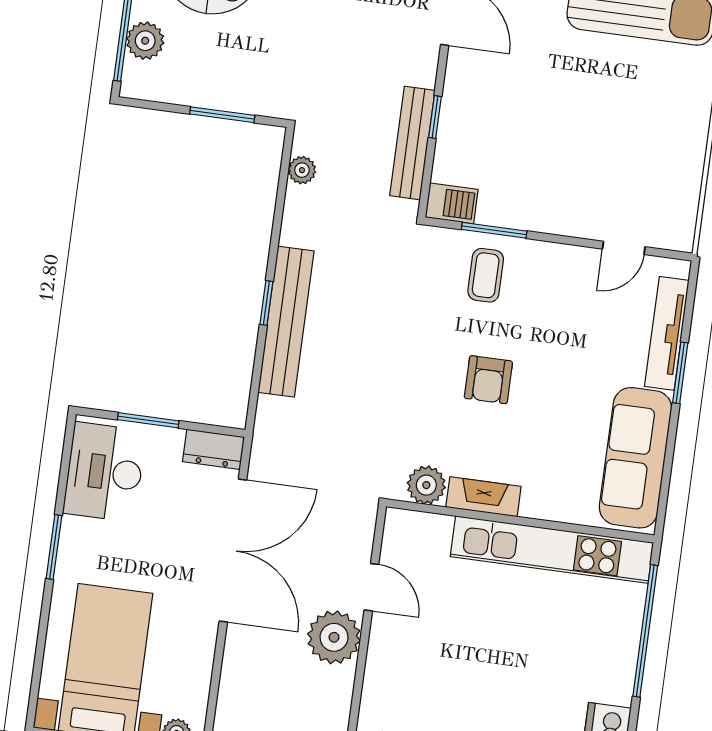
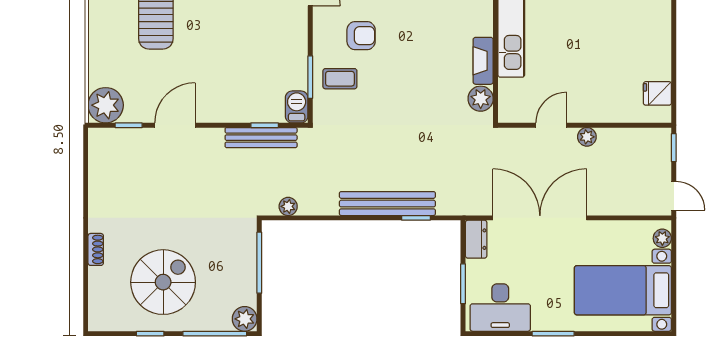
plant: (145, 41) -> (245, 319), moved
window: (222, 115) -> (259, 263), width x1.44
window: (435, 117) -> (265, 125), moved
window: (266, 303) -> (416, 218), moved
armchair: (488, 380) -> (361, 36), moved
plant: (334, 637) -> (587, 137), width x0.53, depth x0.53

